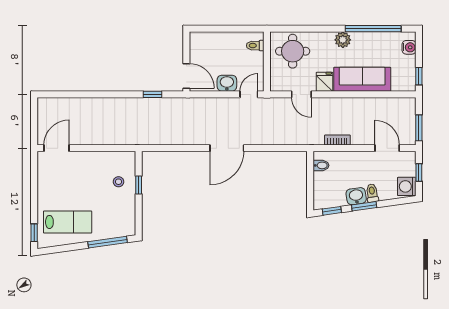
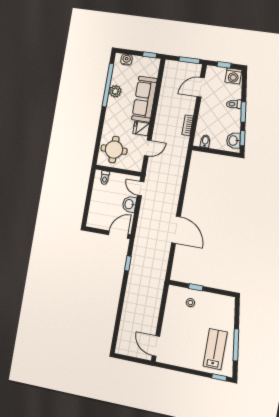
plant: (343, 40) -> (115, 91), moved
door: (227, 148) -> (176, 230), moved
washbasin: (356, 196) -> (233, 141), moved
window: (108, 242) -> (236, 345), moved

